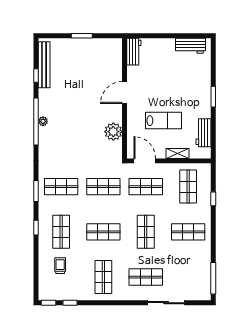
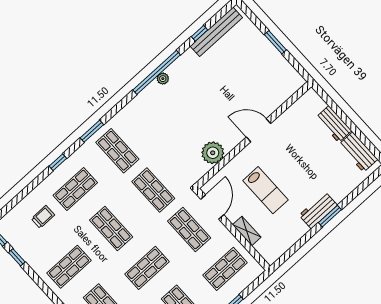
workbench: (134, 52) -> (334, 124), moved, turned 90
workbench: (203, 133) -> (318, 210), moved

